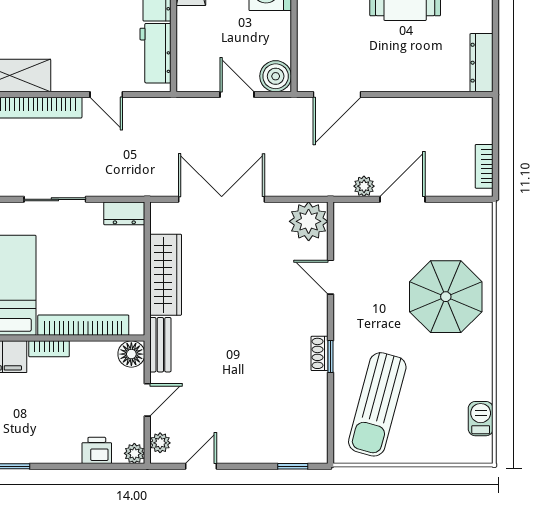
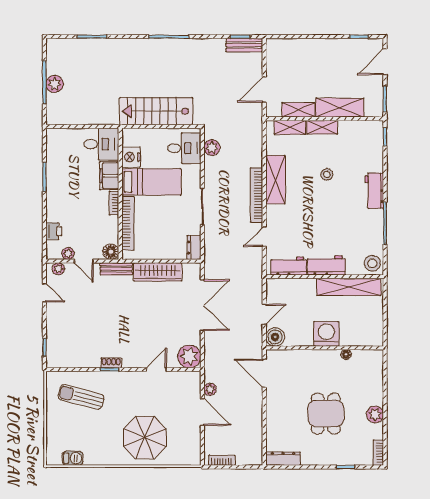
sun lounger: (377, 404) -> (81, 397), width x0.73, depth x0.75
plant: (134, 453) -> (68, 254), moved

